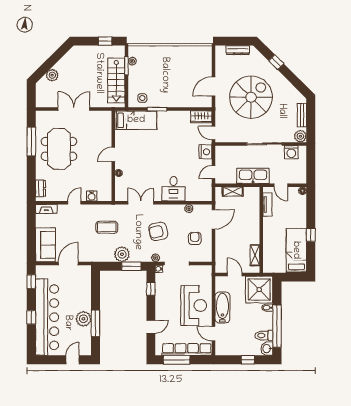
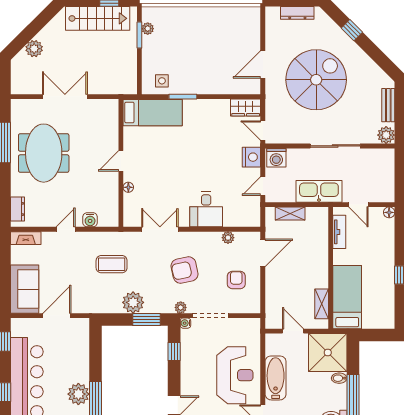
stairs: (116, 81) -> (98, 18), moved, turned -90
washing machine: (291, 152) -> (276, 158), moved
bed: (296, 250) -> (347, 297), moved

